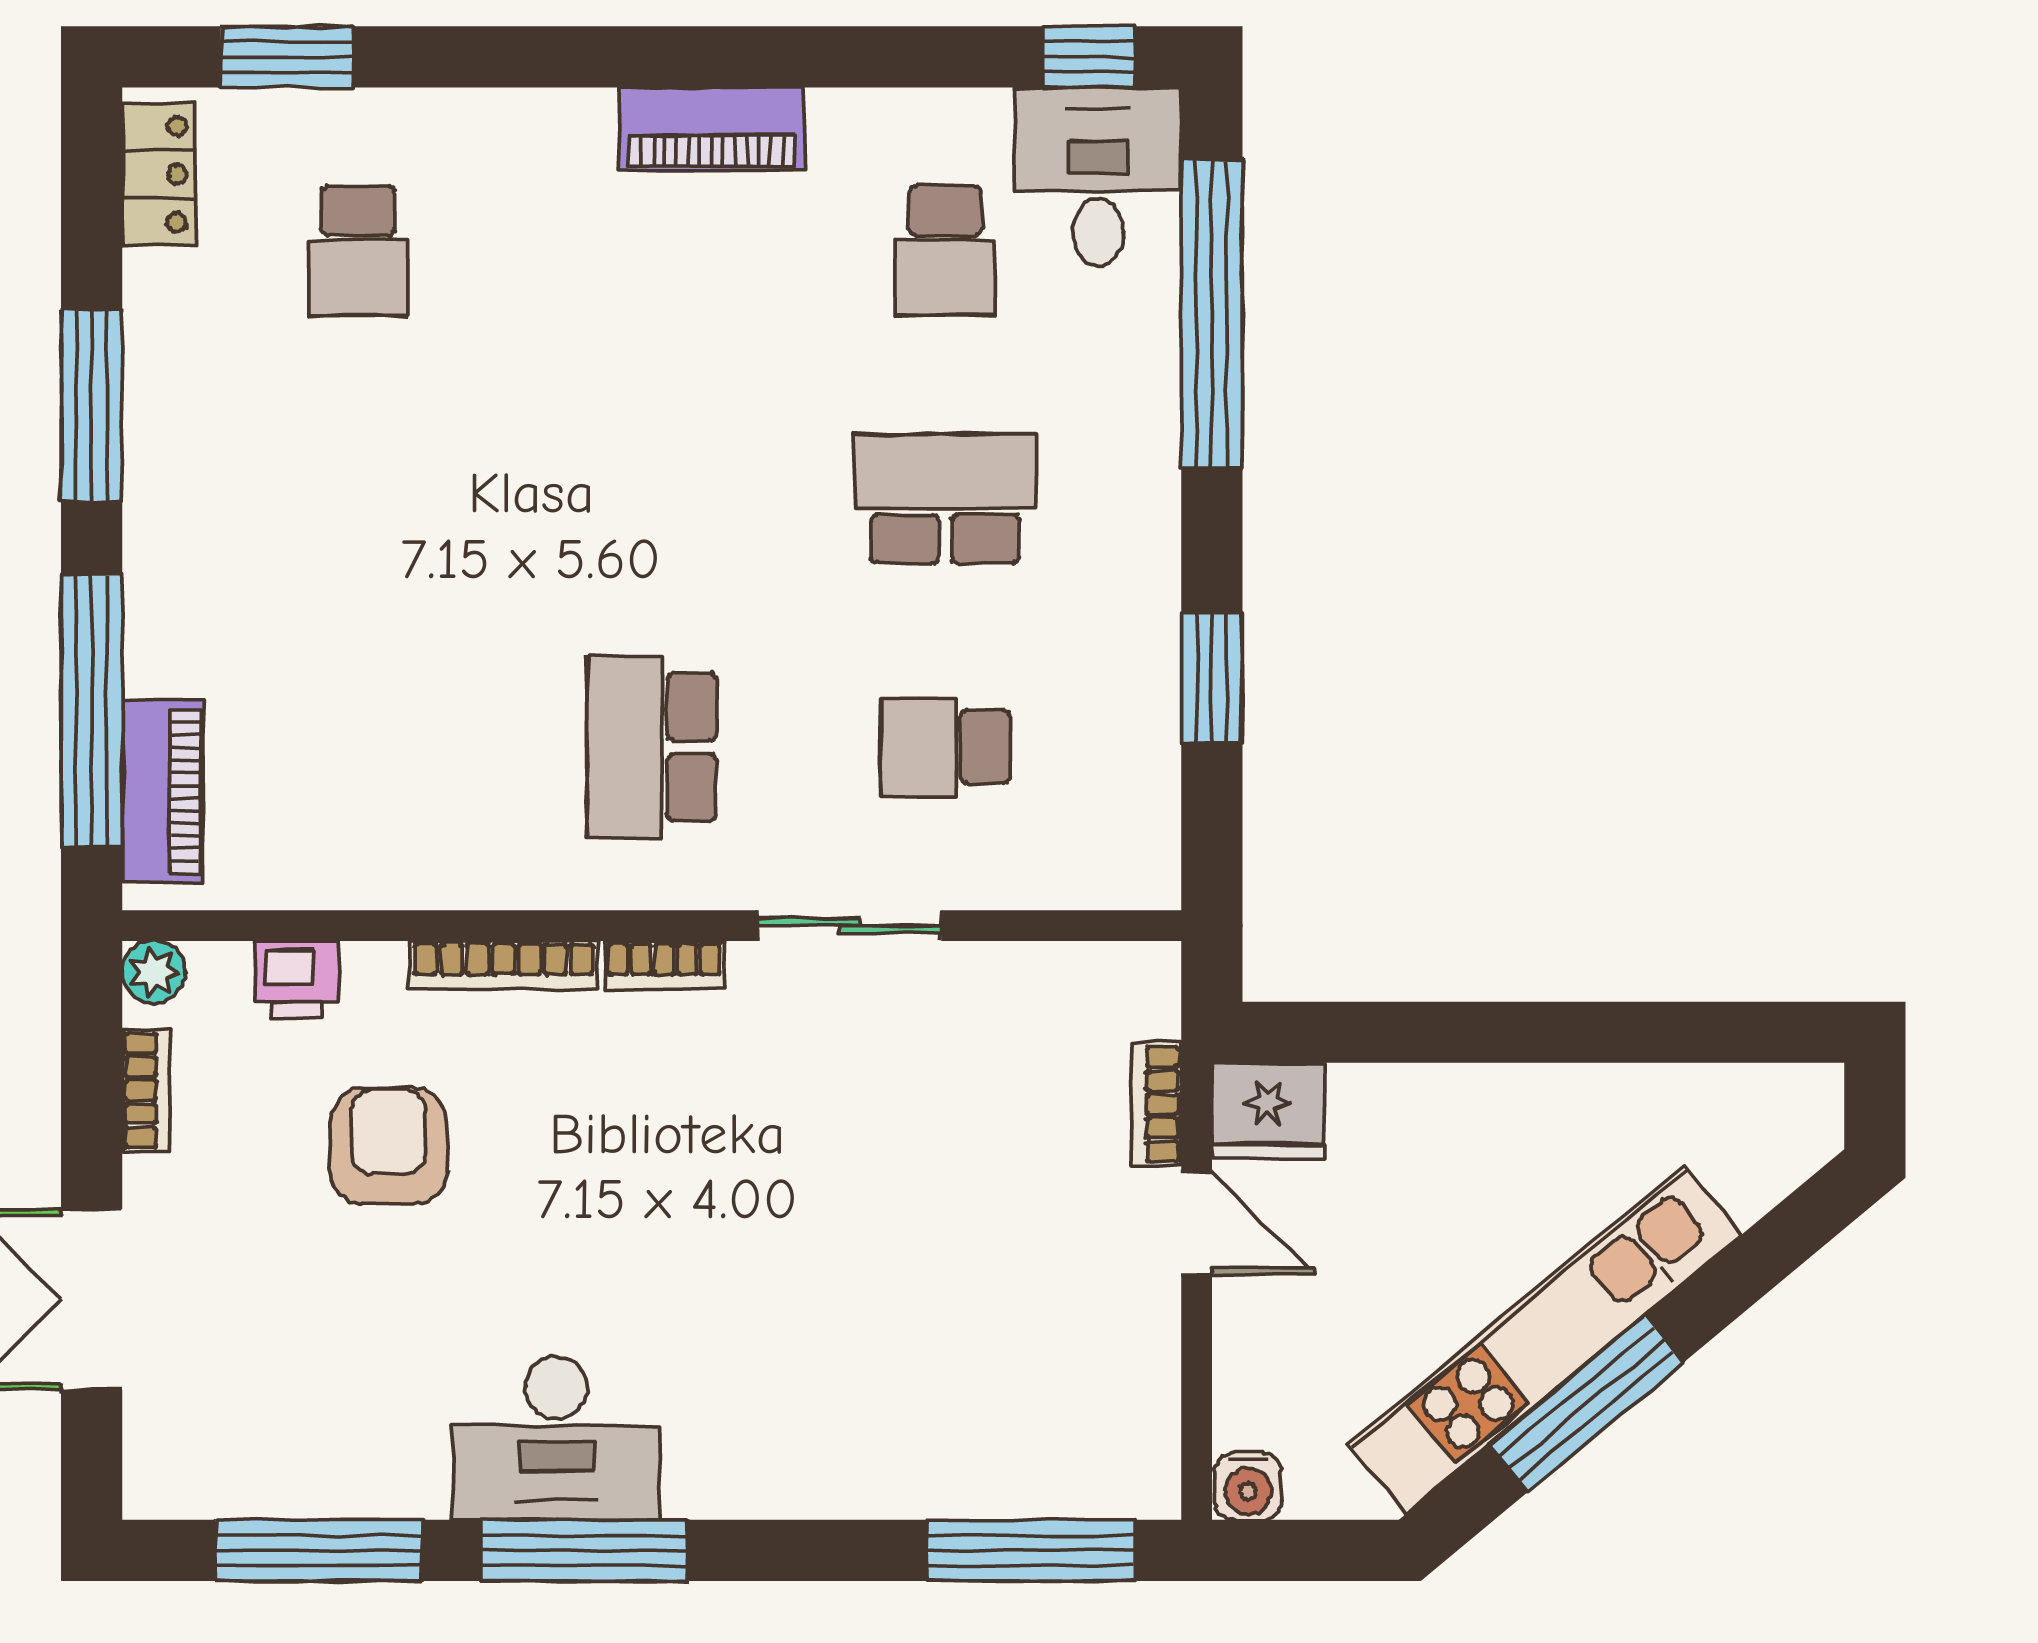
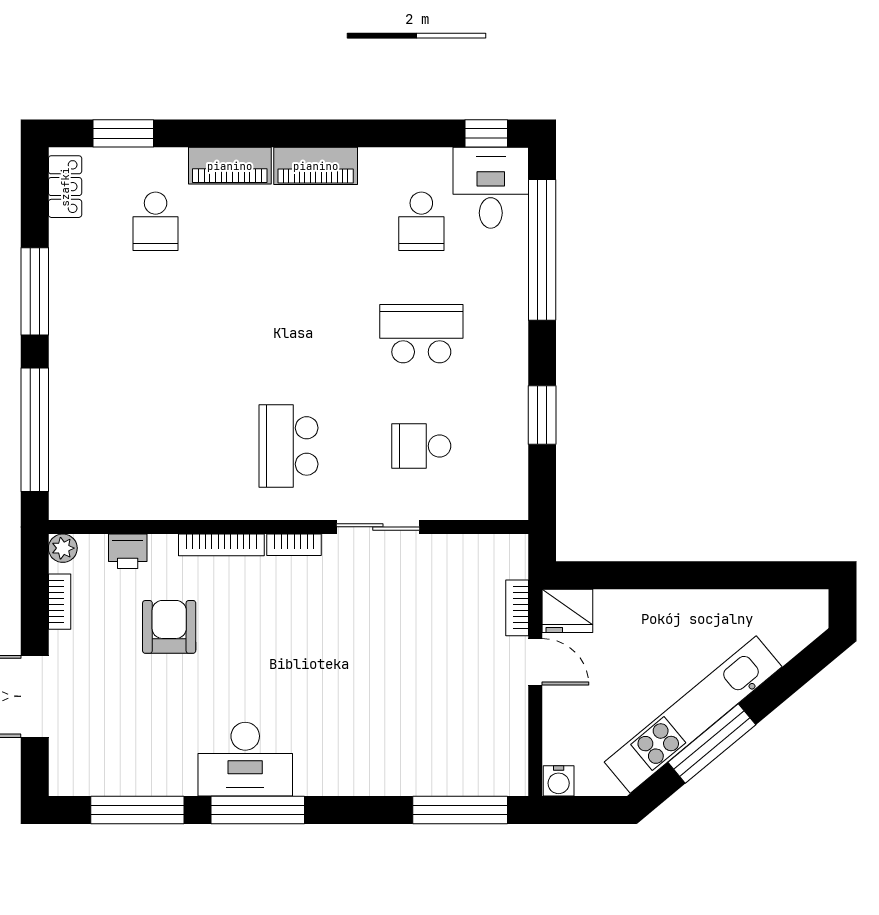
piano: (163, 792) -> (230, 166), moved, turned 90

